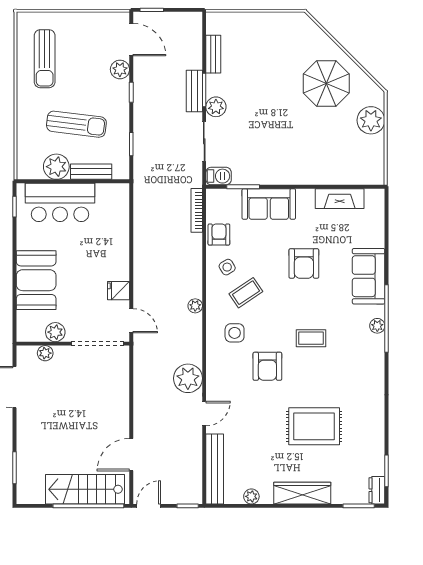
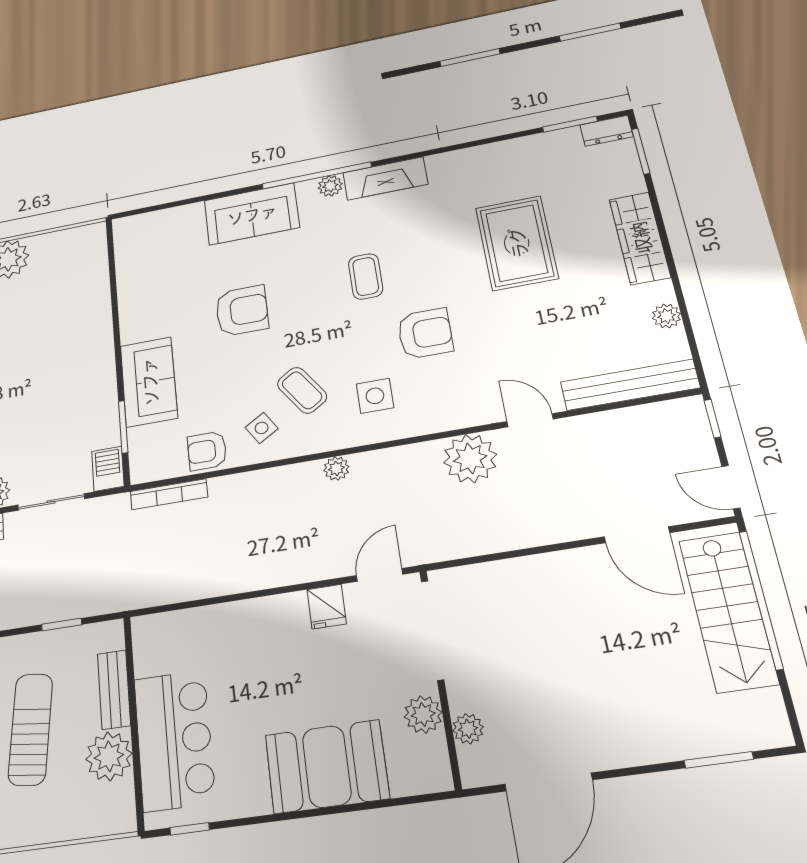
fireplace: (340, 199) -> (385, 178), moved, turned 90

